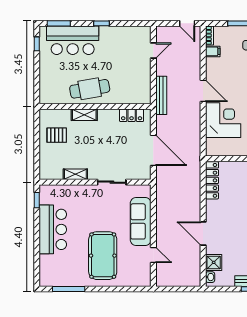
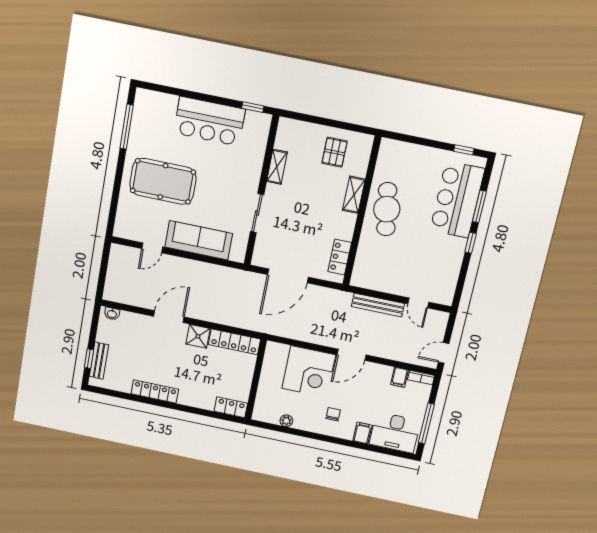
window: (59, 23) -> (479, 206), moved
bench: (161, 95) -> (378, 305), moved
shower: (214, 262) -> (198, 336), moved

